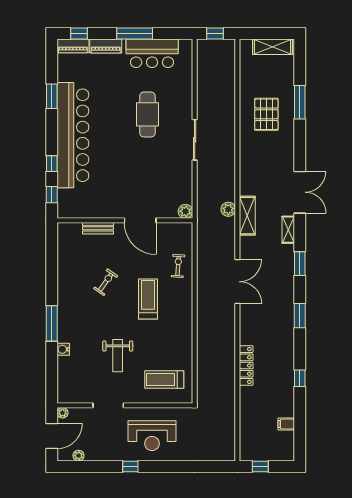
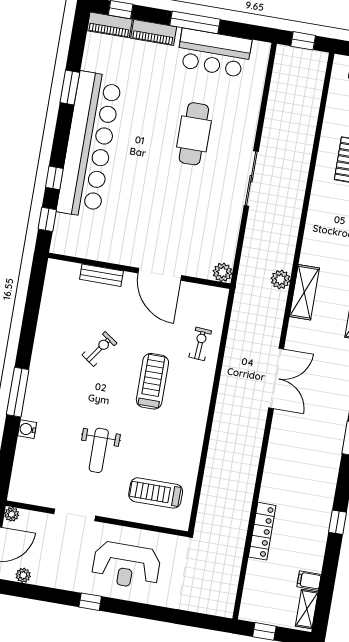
locker: (246, 366) -> (262, 531), moved
shelving: (288, 445) -> (307, 609), added

